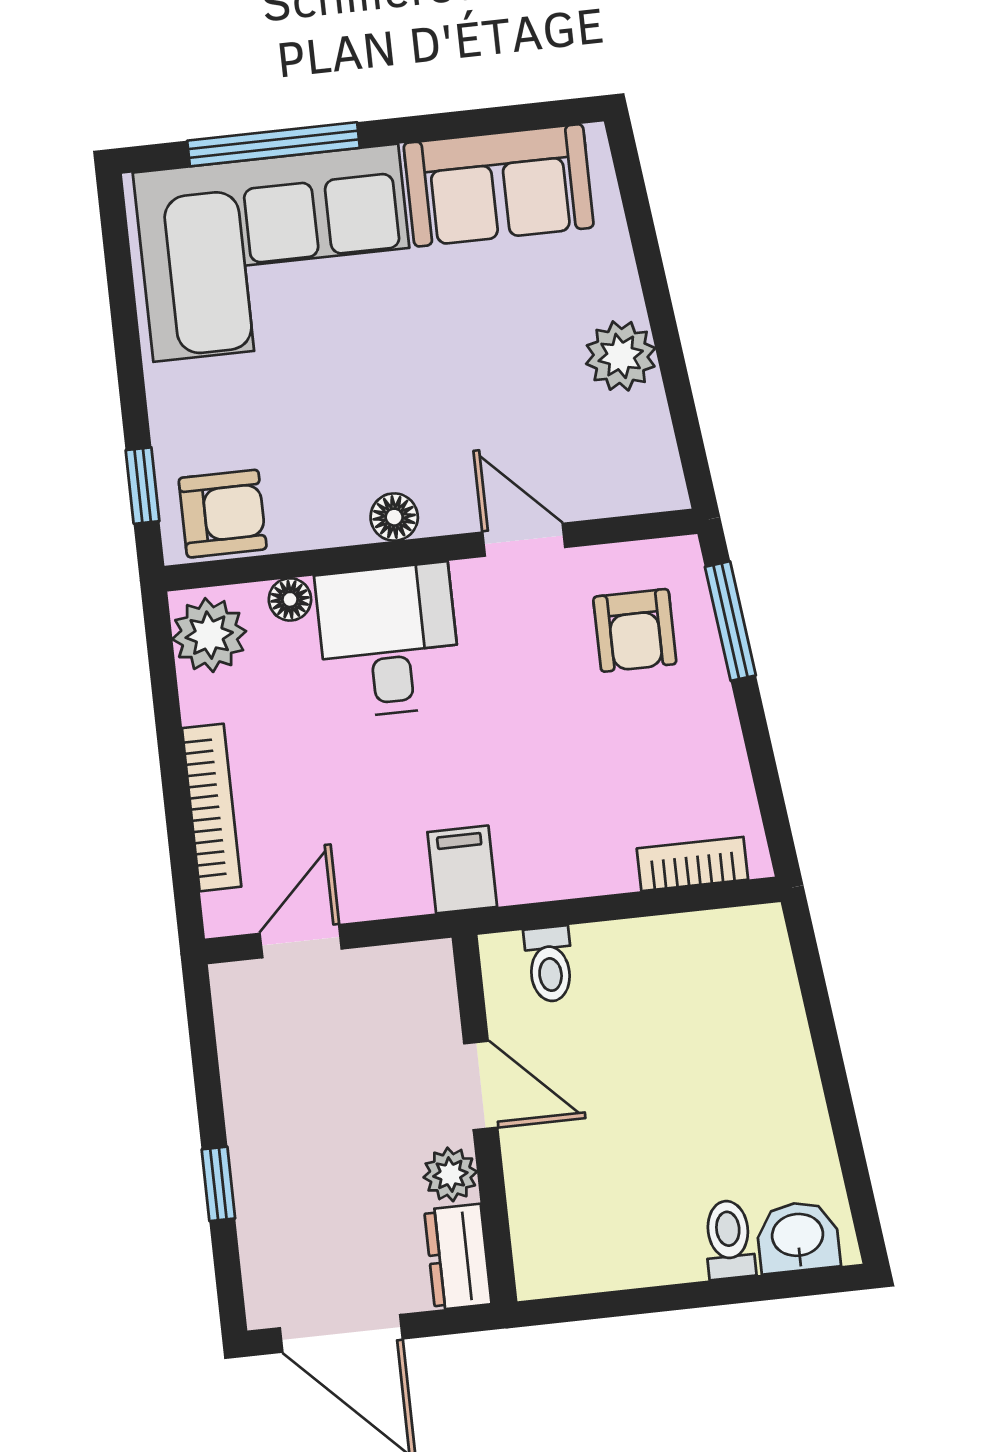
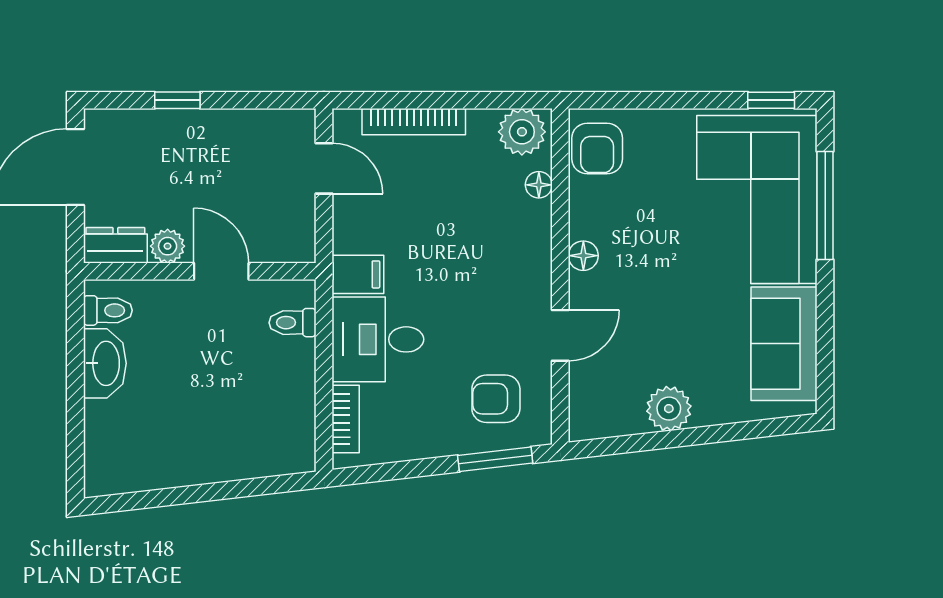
window: (143, 486) -> (771, 100), moved
desk: (389, 640) -> (378, 339), moved, turned 180
door: (481, 1085) -> (221, 271), swing flipped
washbasin: (798, 1237) -> (105, 363), moved, width x1.38
toilet: (729, 1239) -> (108, 310), moved

